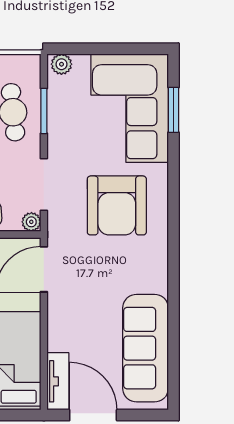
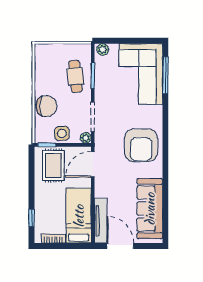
window: (174, 110) -> (165, 75), width x1.44
armchair: (117, 205) -> (141, 145), moved
tv unit: (58, 381) -> (101, 221), width x1.41

